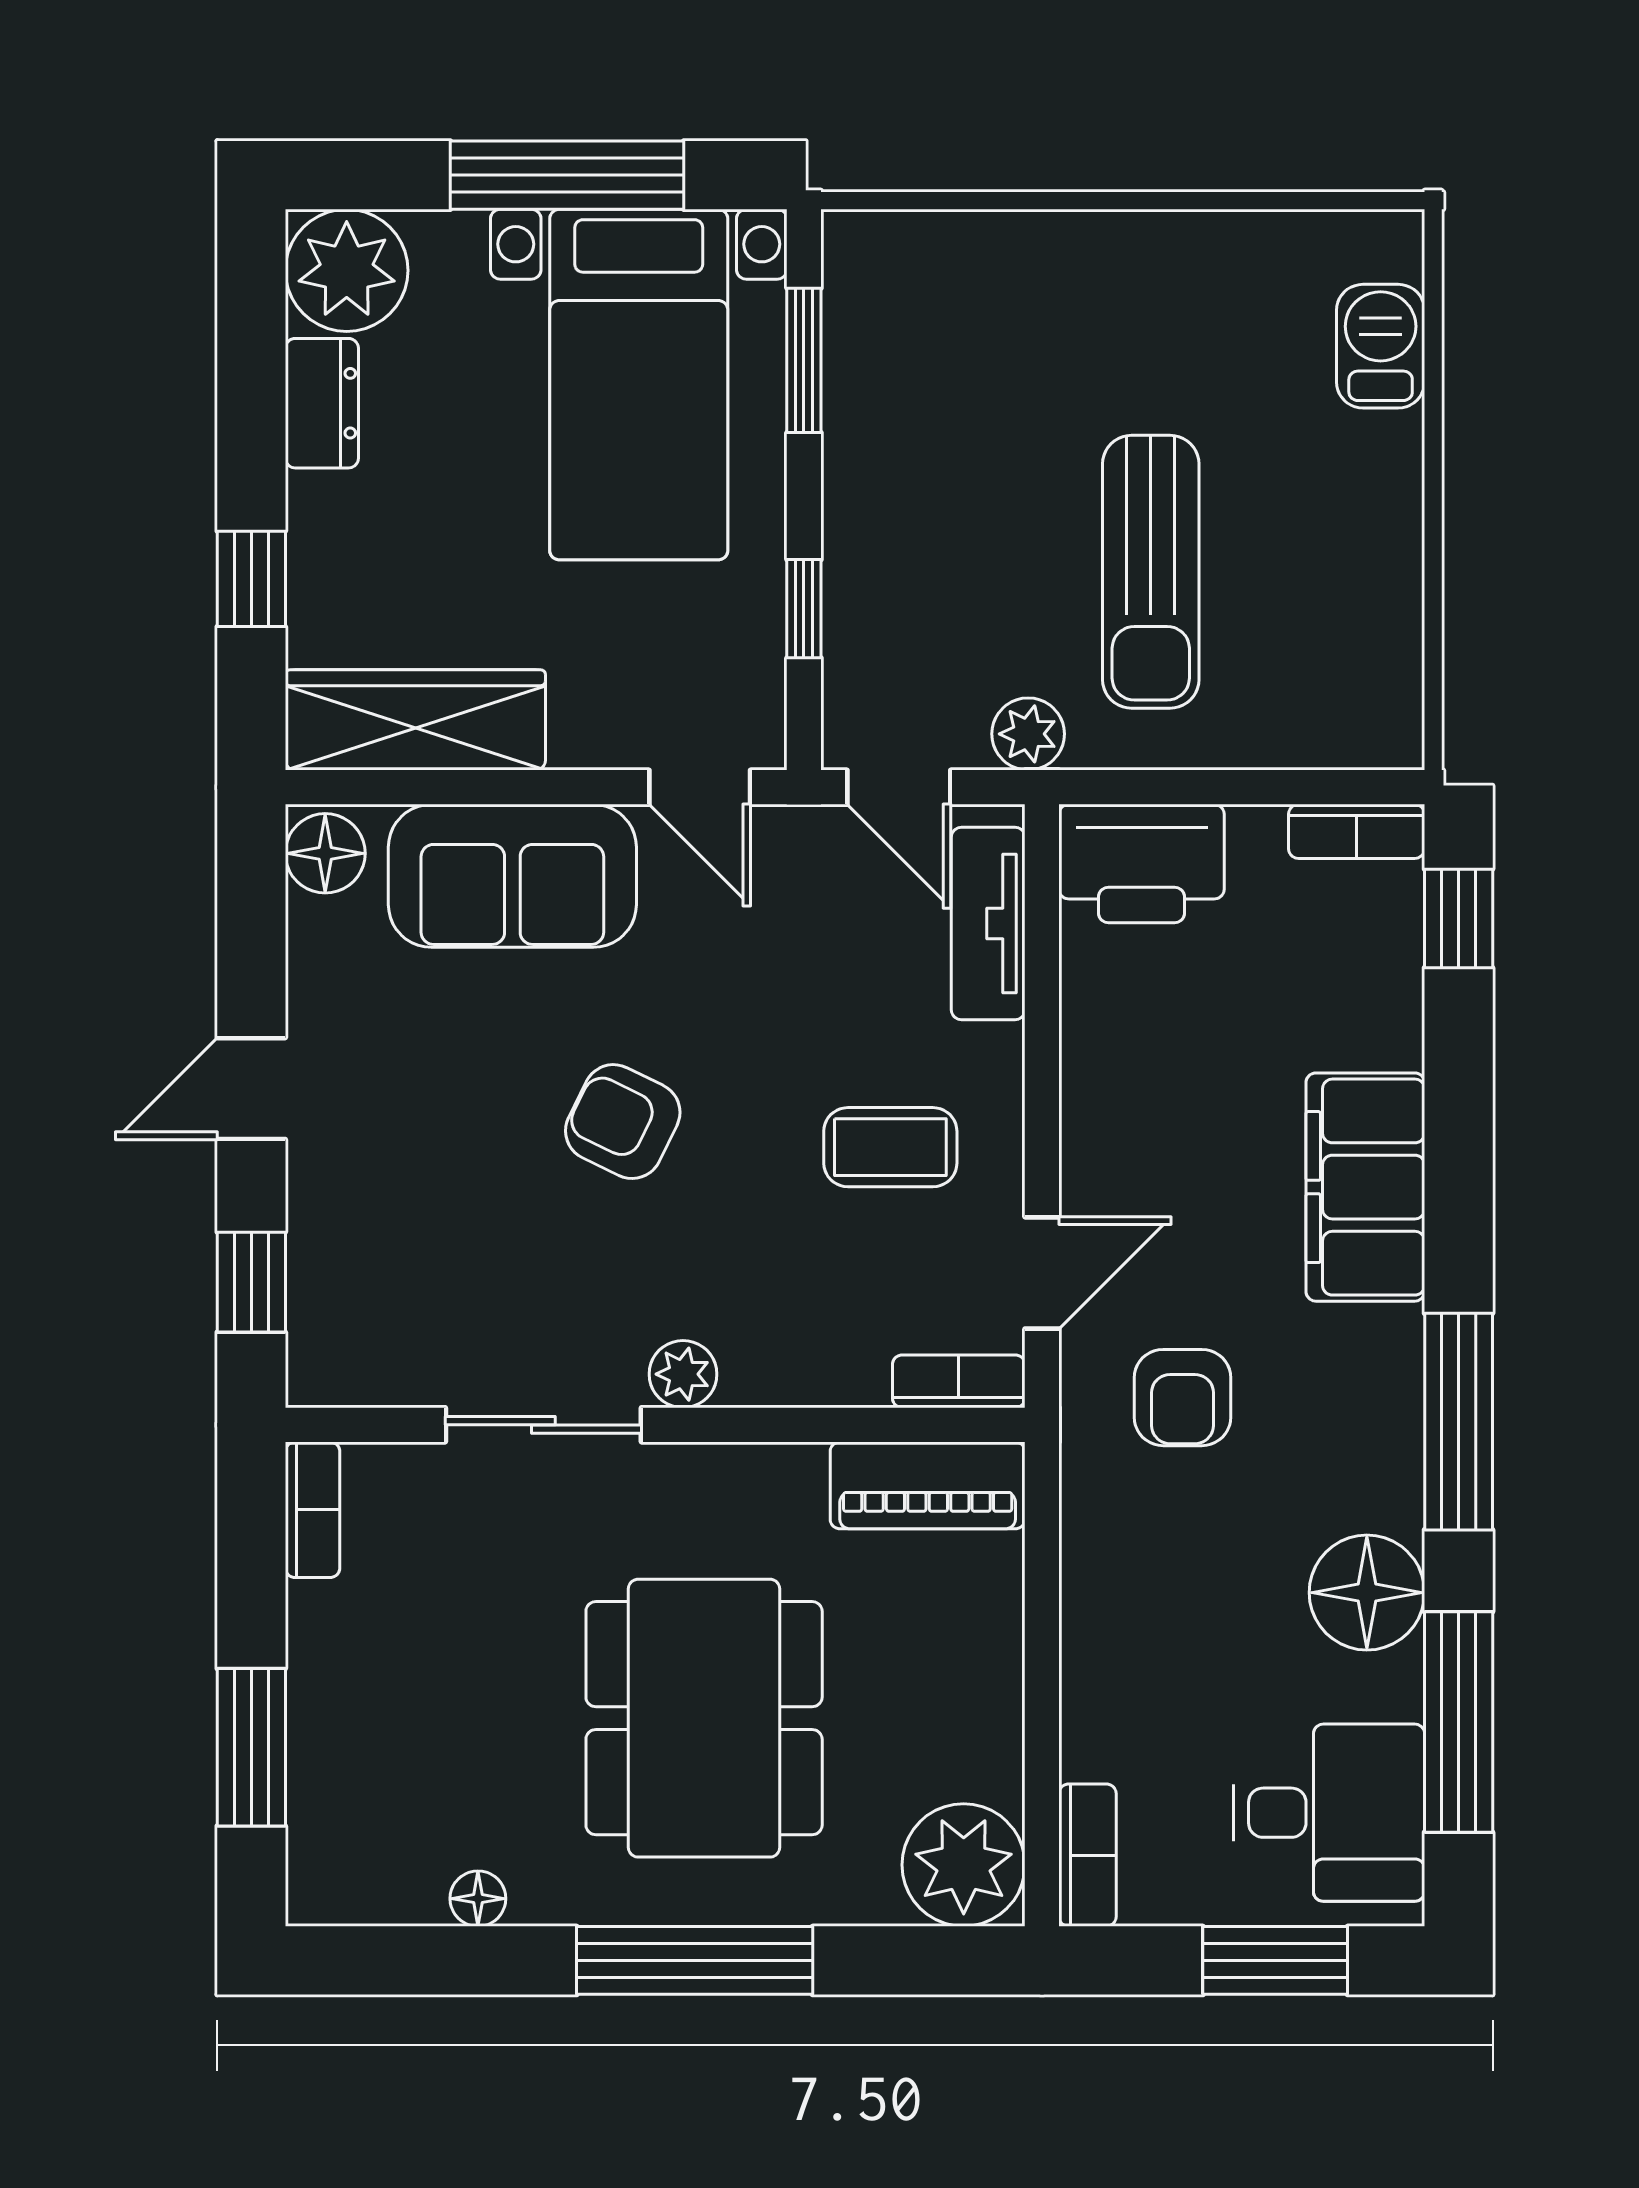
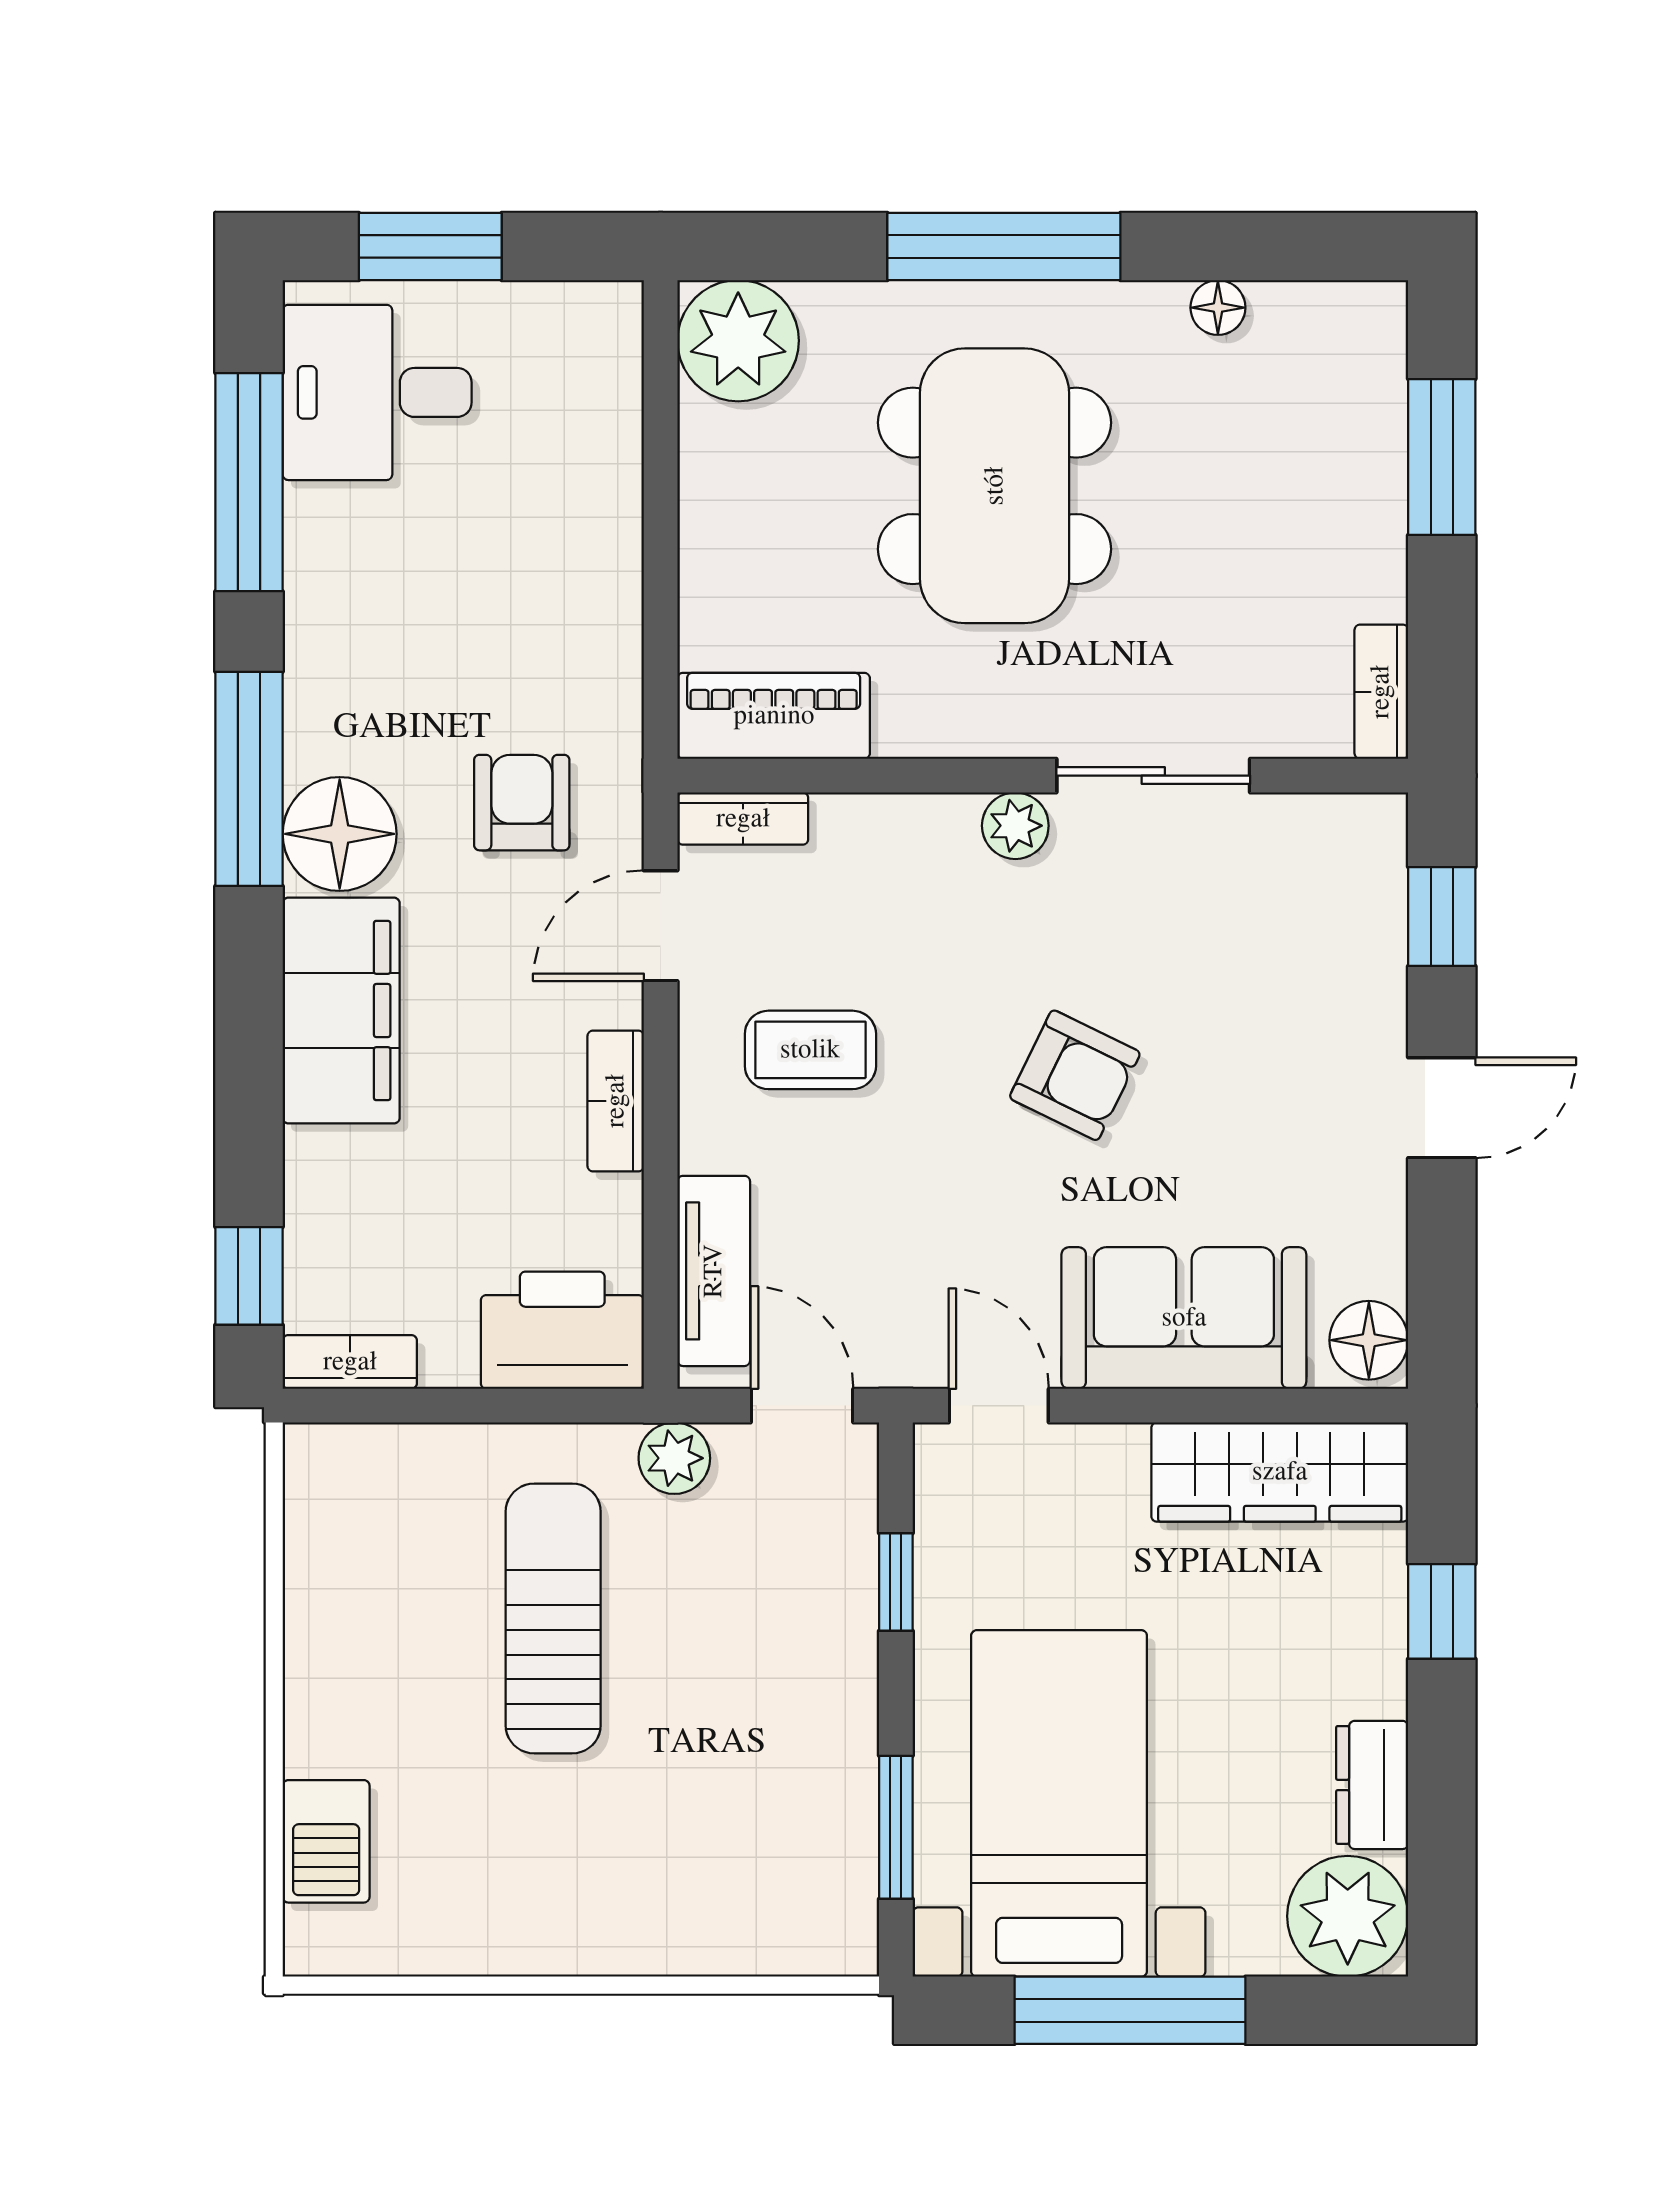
floor lamp: (1367, 1593) -> (340, 834), moved
bookcase: (1088, 1855) -> (616, 1101), moved

